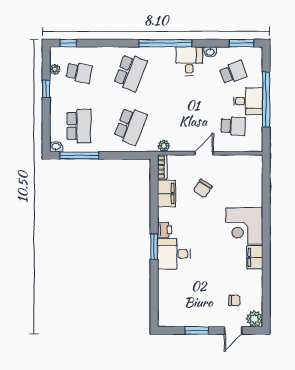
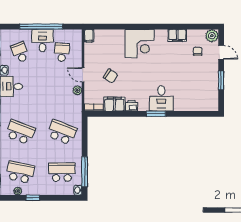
school desk: (79, 72) -> (20, 172), width x1.85
plant: (164, 146) -> (77, 90), moved
filing cabinet: (254, 161) -> (89, 36), added
printer: (164, 230) -> (132, 106), moved
filing cabinet: (255, 257) -> (177, 35), moved

